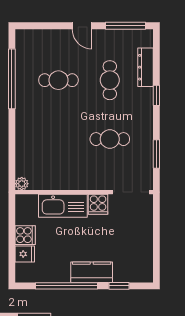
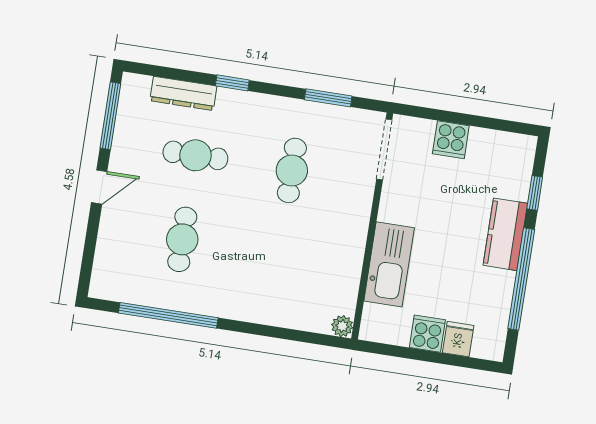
cooker: (98, 204) -> (451, 140), moved, turned 90

